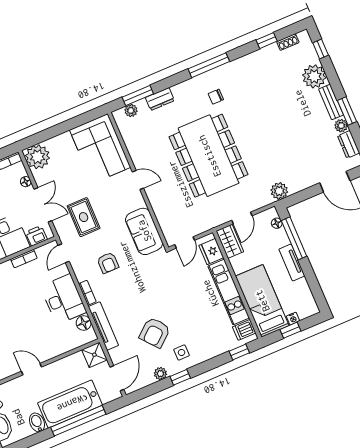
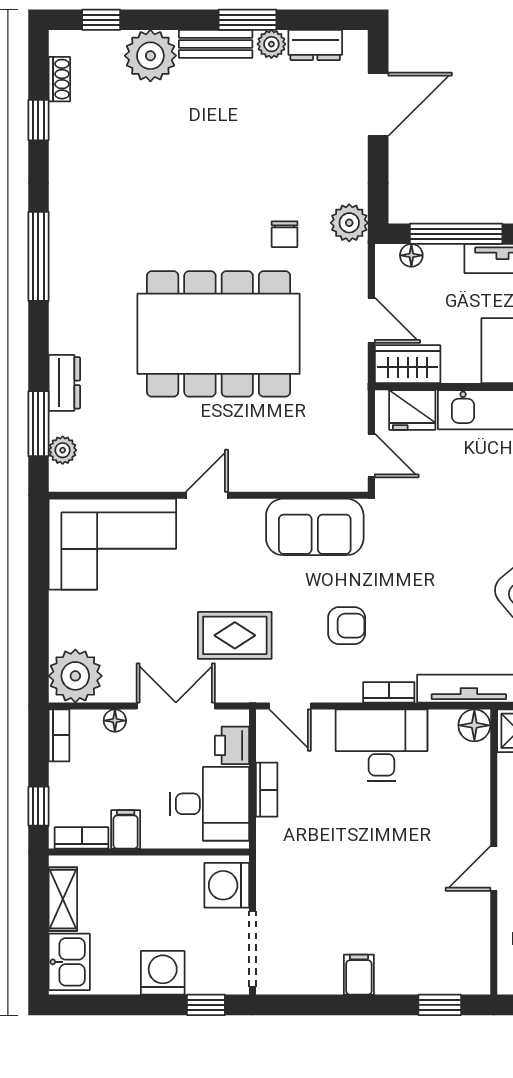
chair: (216, 97) -> (285, 234), moved
floor lamp: (84, 323) -> (474, 725), moved

